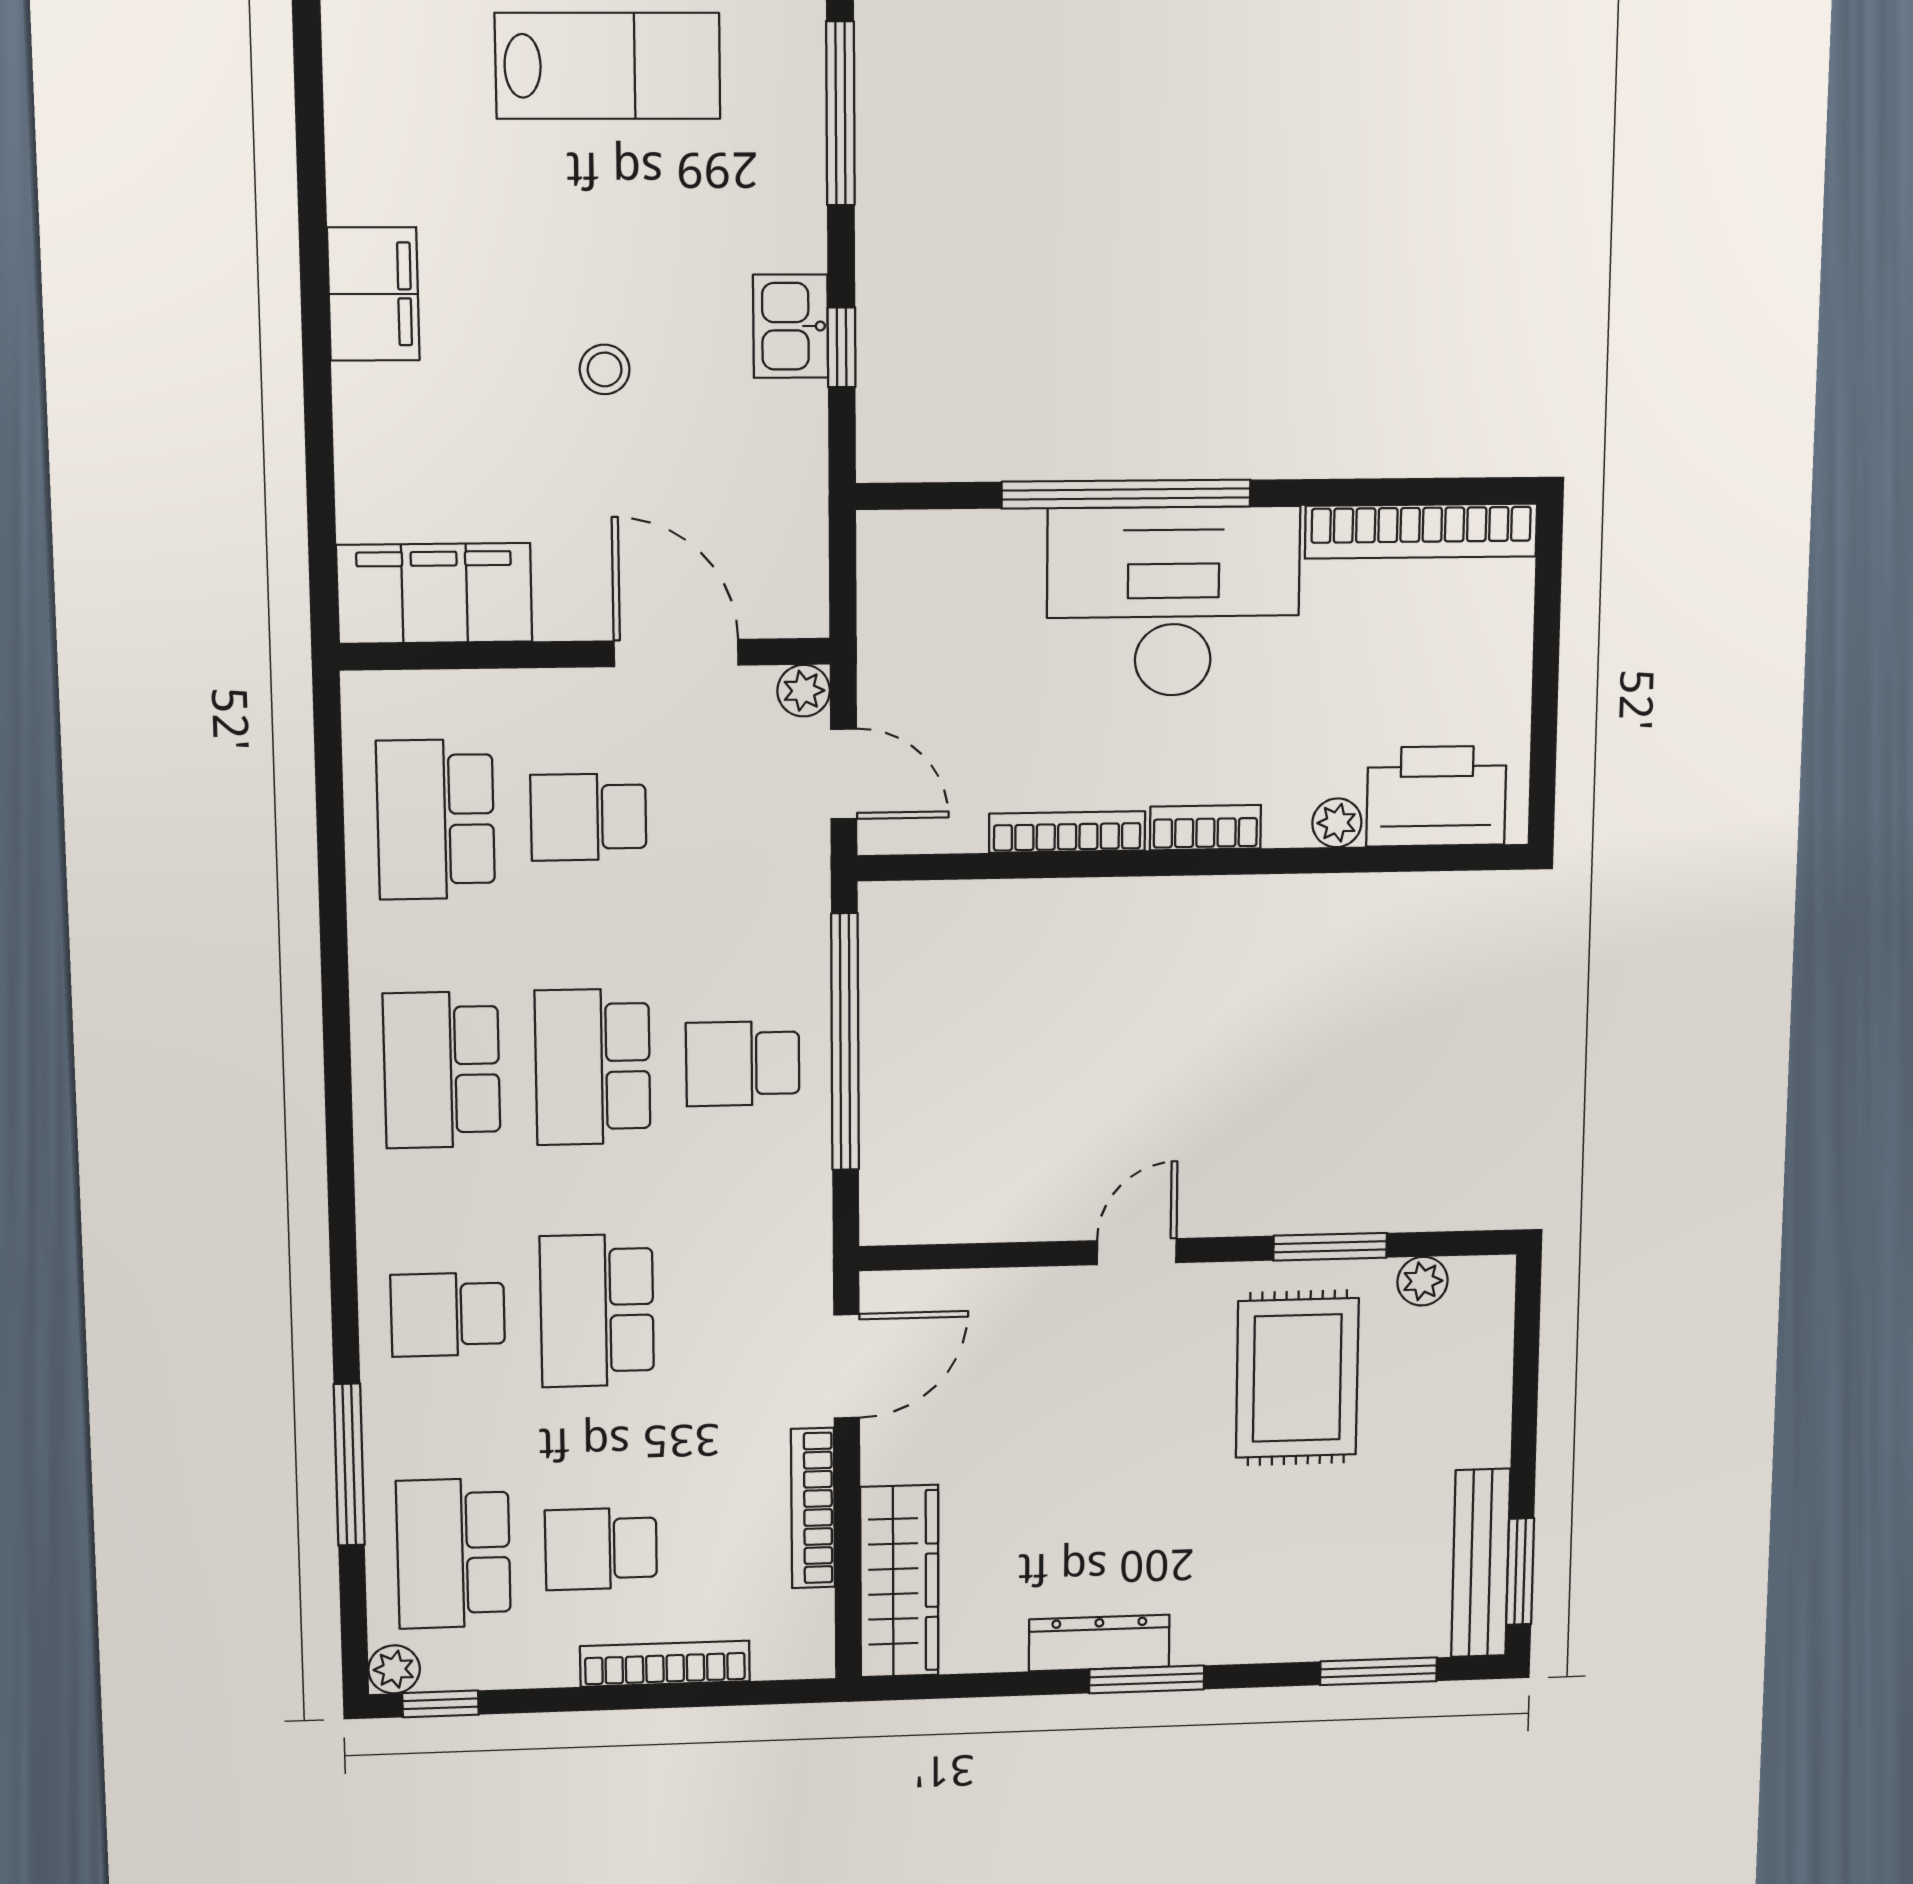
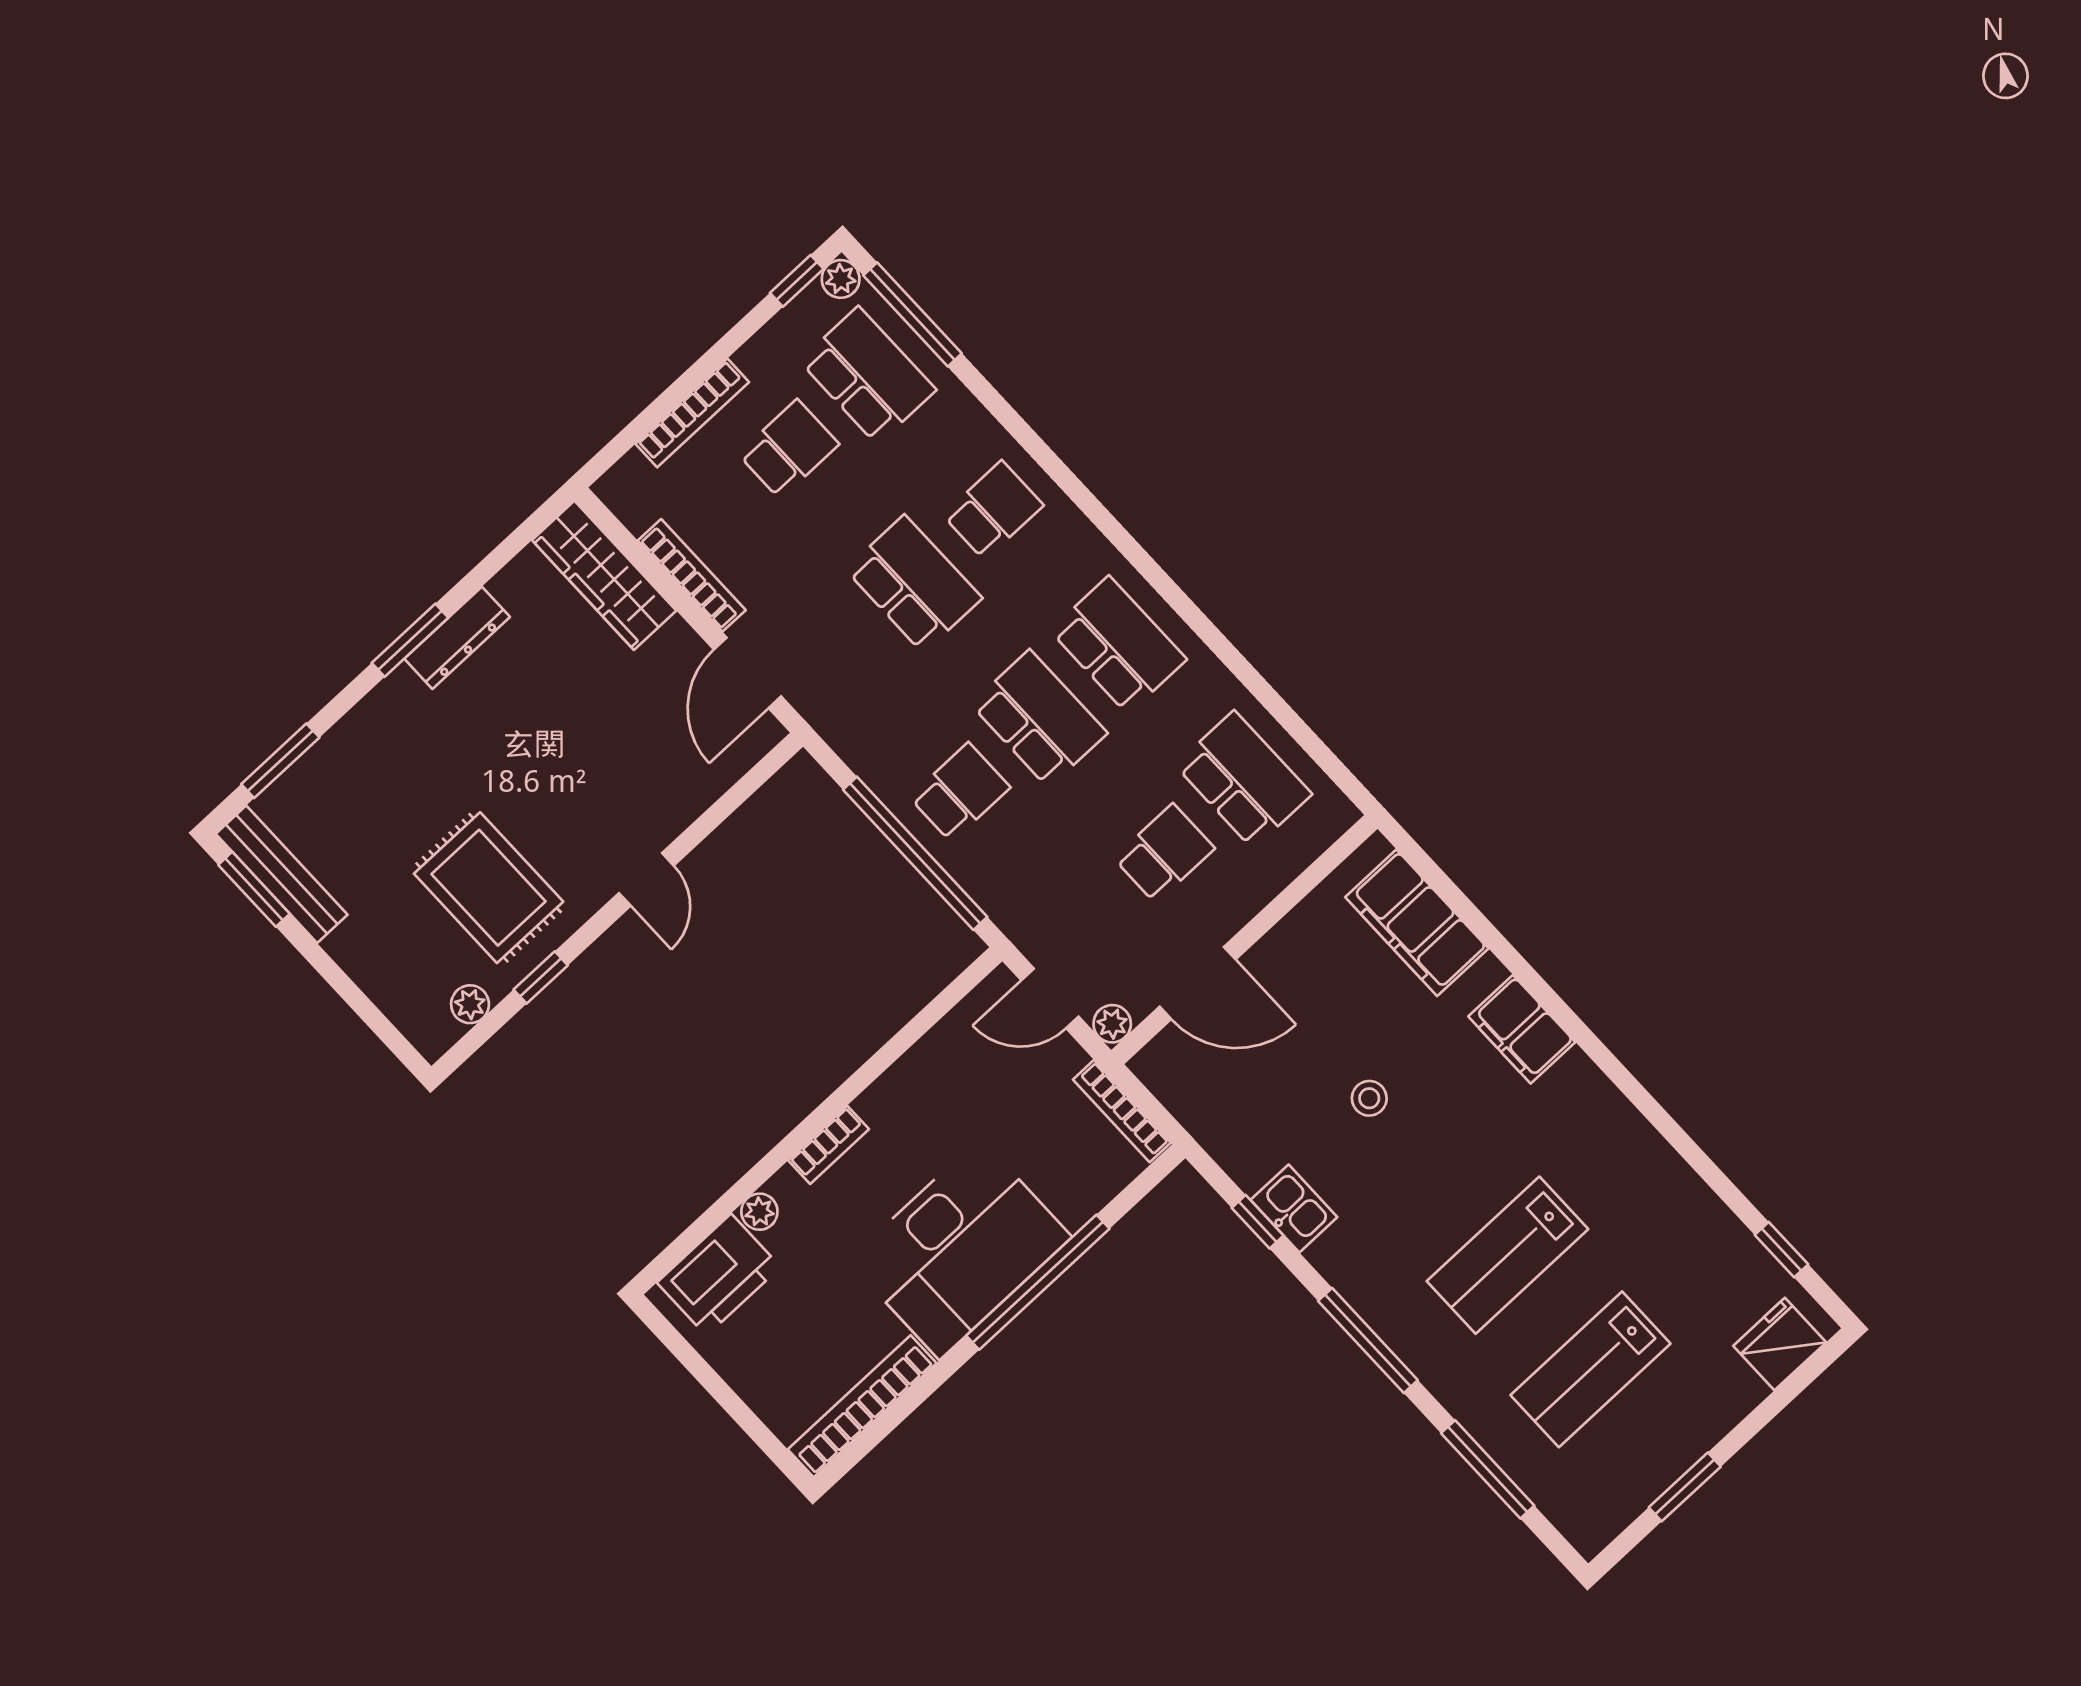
filing cabinet: (434, 593) -> (1417, 923), moved, turned 90
bookcase: (1067, 832) -> (1122, 1111), moved, turned 90
window: (1330, 1247) -> (541, 977), width x0.67
window: (349, 1465) -> (912, 314), moved

